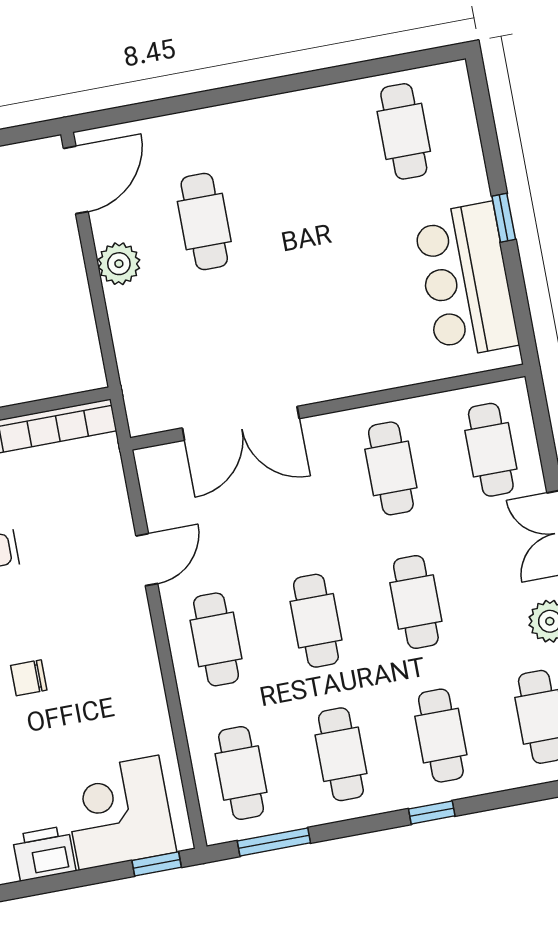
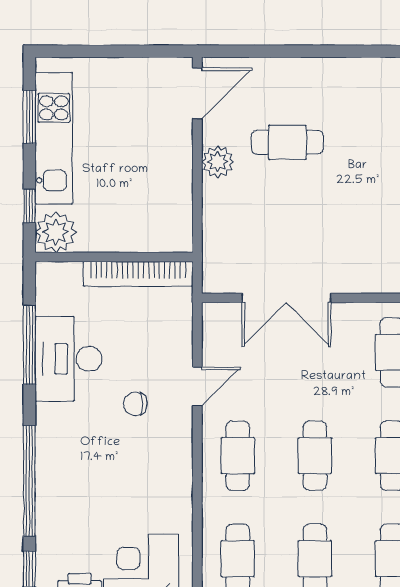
cafe table: (204, 222) -> (287, 142), turned 90
chair: (29, 678) -> (135, 404), moved

